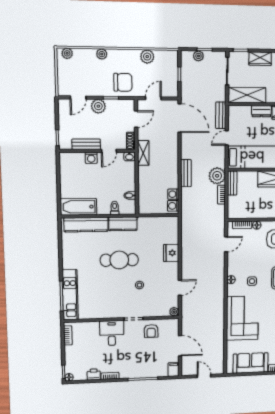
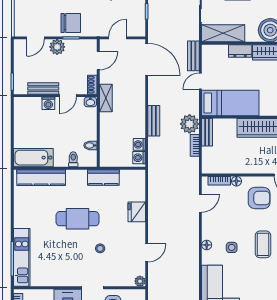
chair: (123, 82) -> (71, 23), moved
kitchen counter: (123, 224) -> (103, 177), moved

